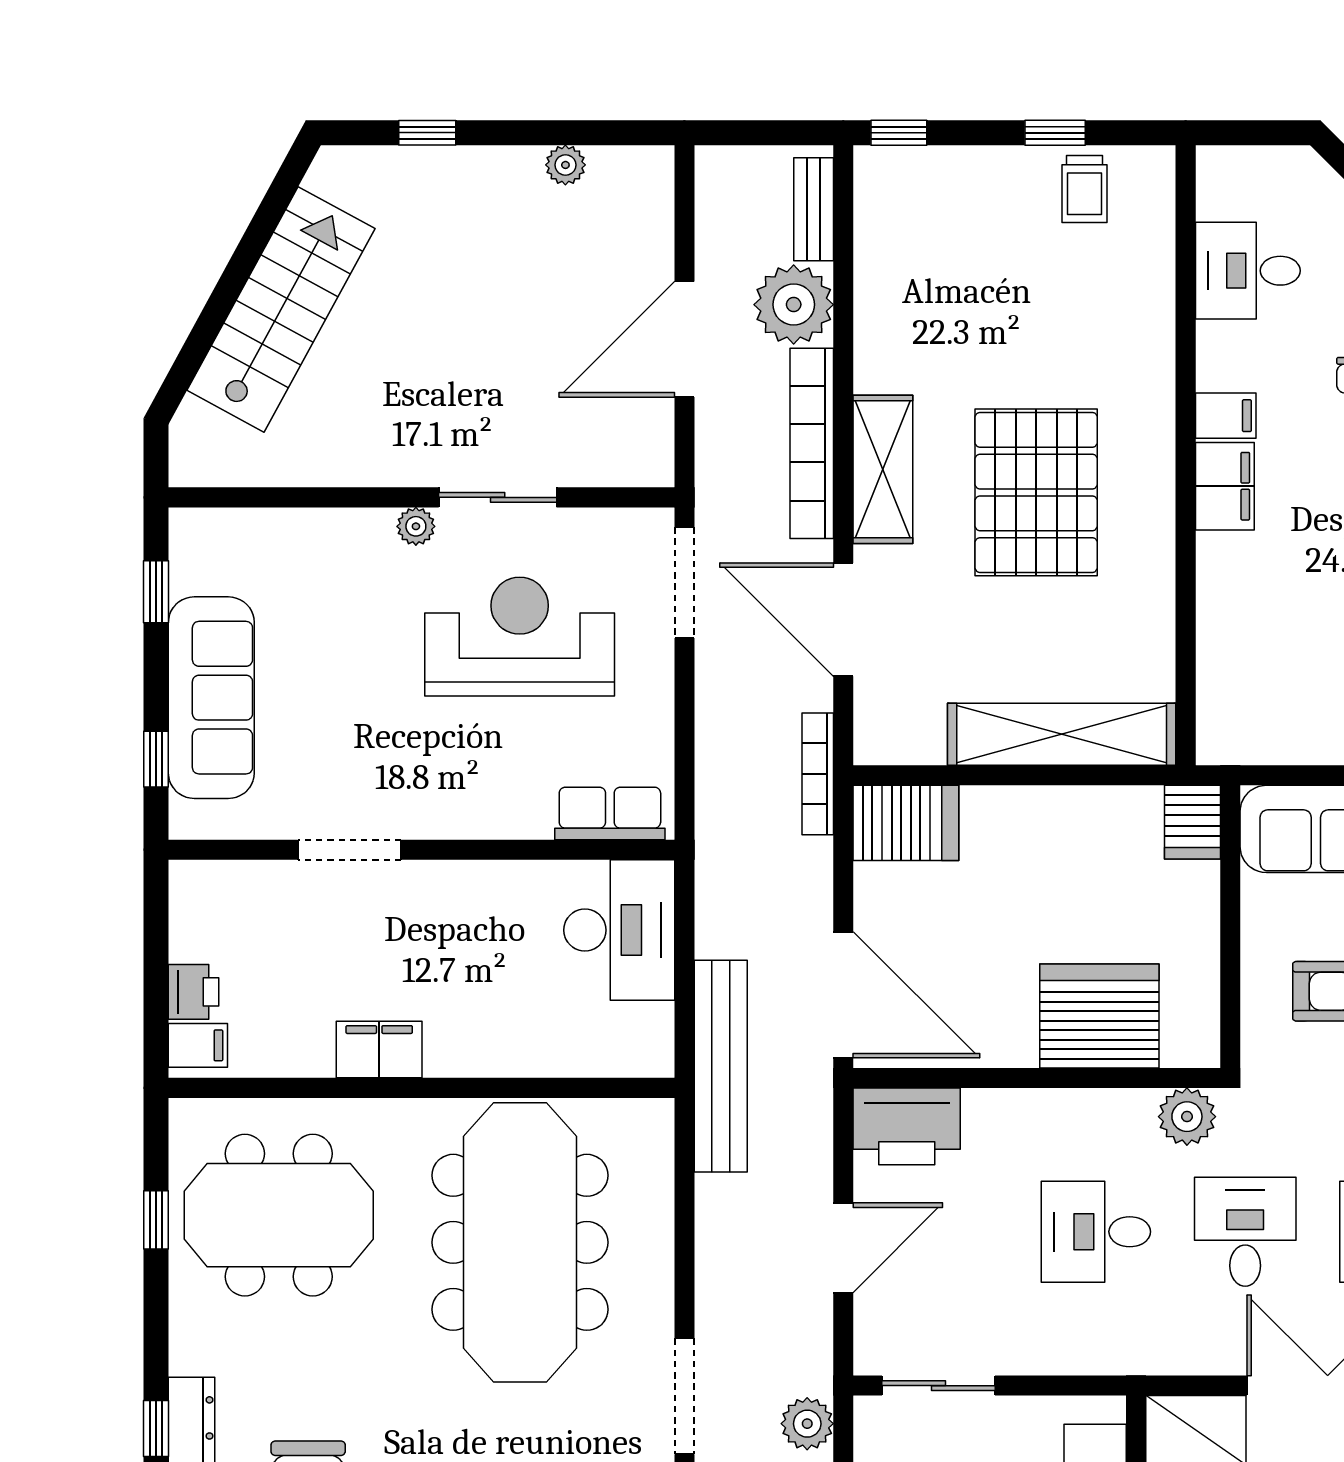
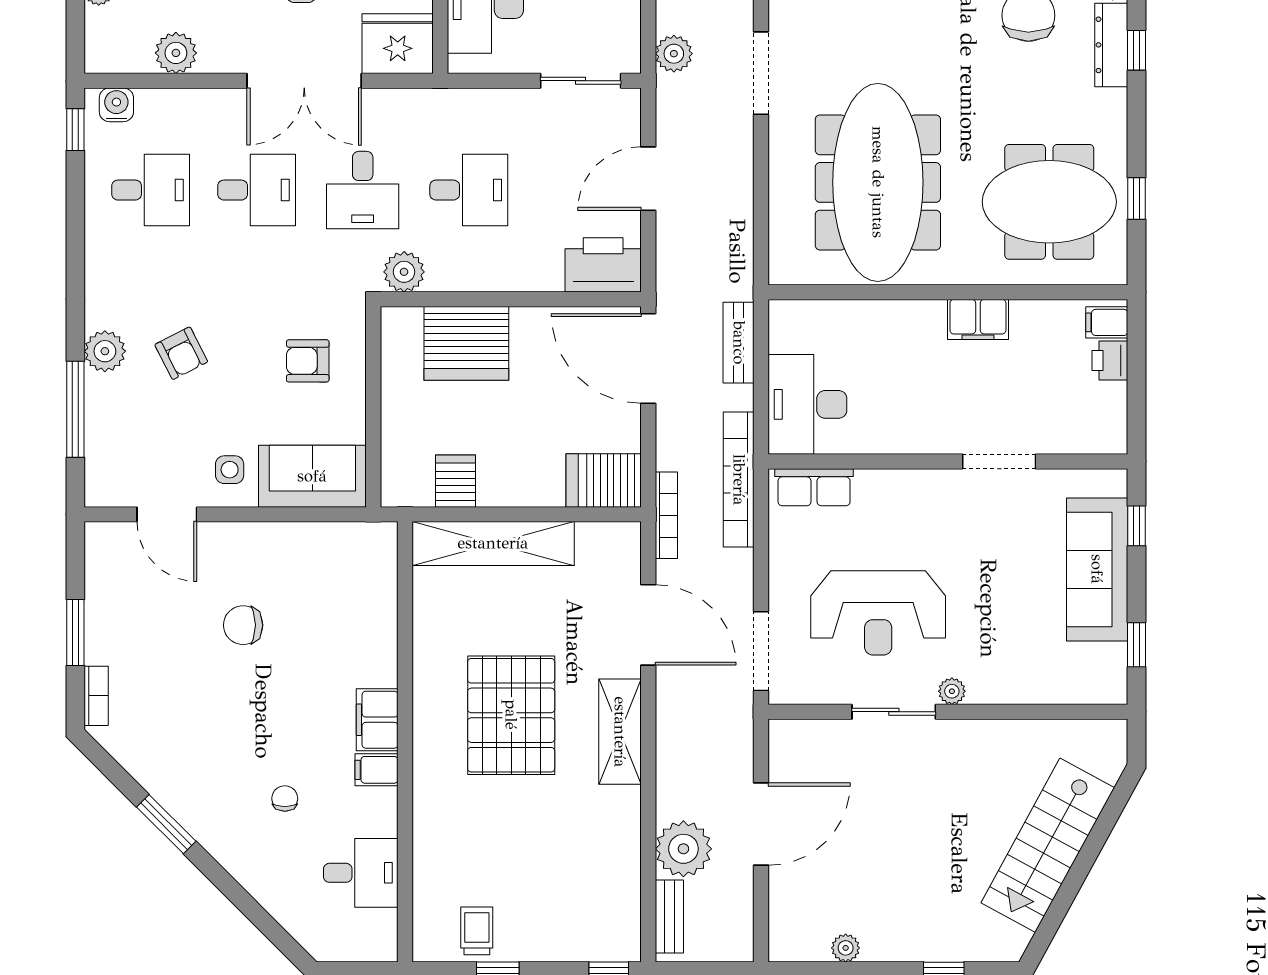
bookcase: (812, 443) -> (739, 480), moved, turned 180
server rack: (1192, 822) -> (456, 481), moved
bench: (721, 1066) -> (739, 343), width x0.54, depth x0.82

